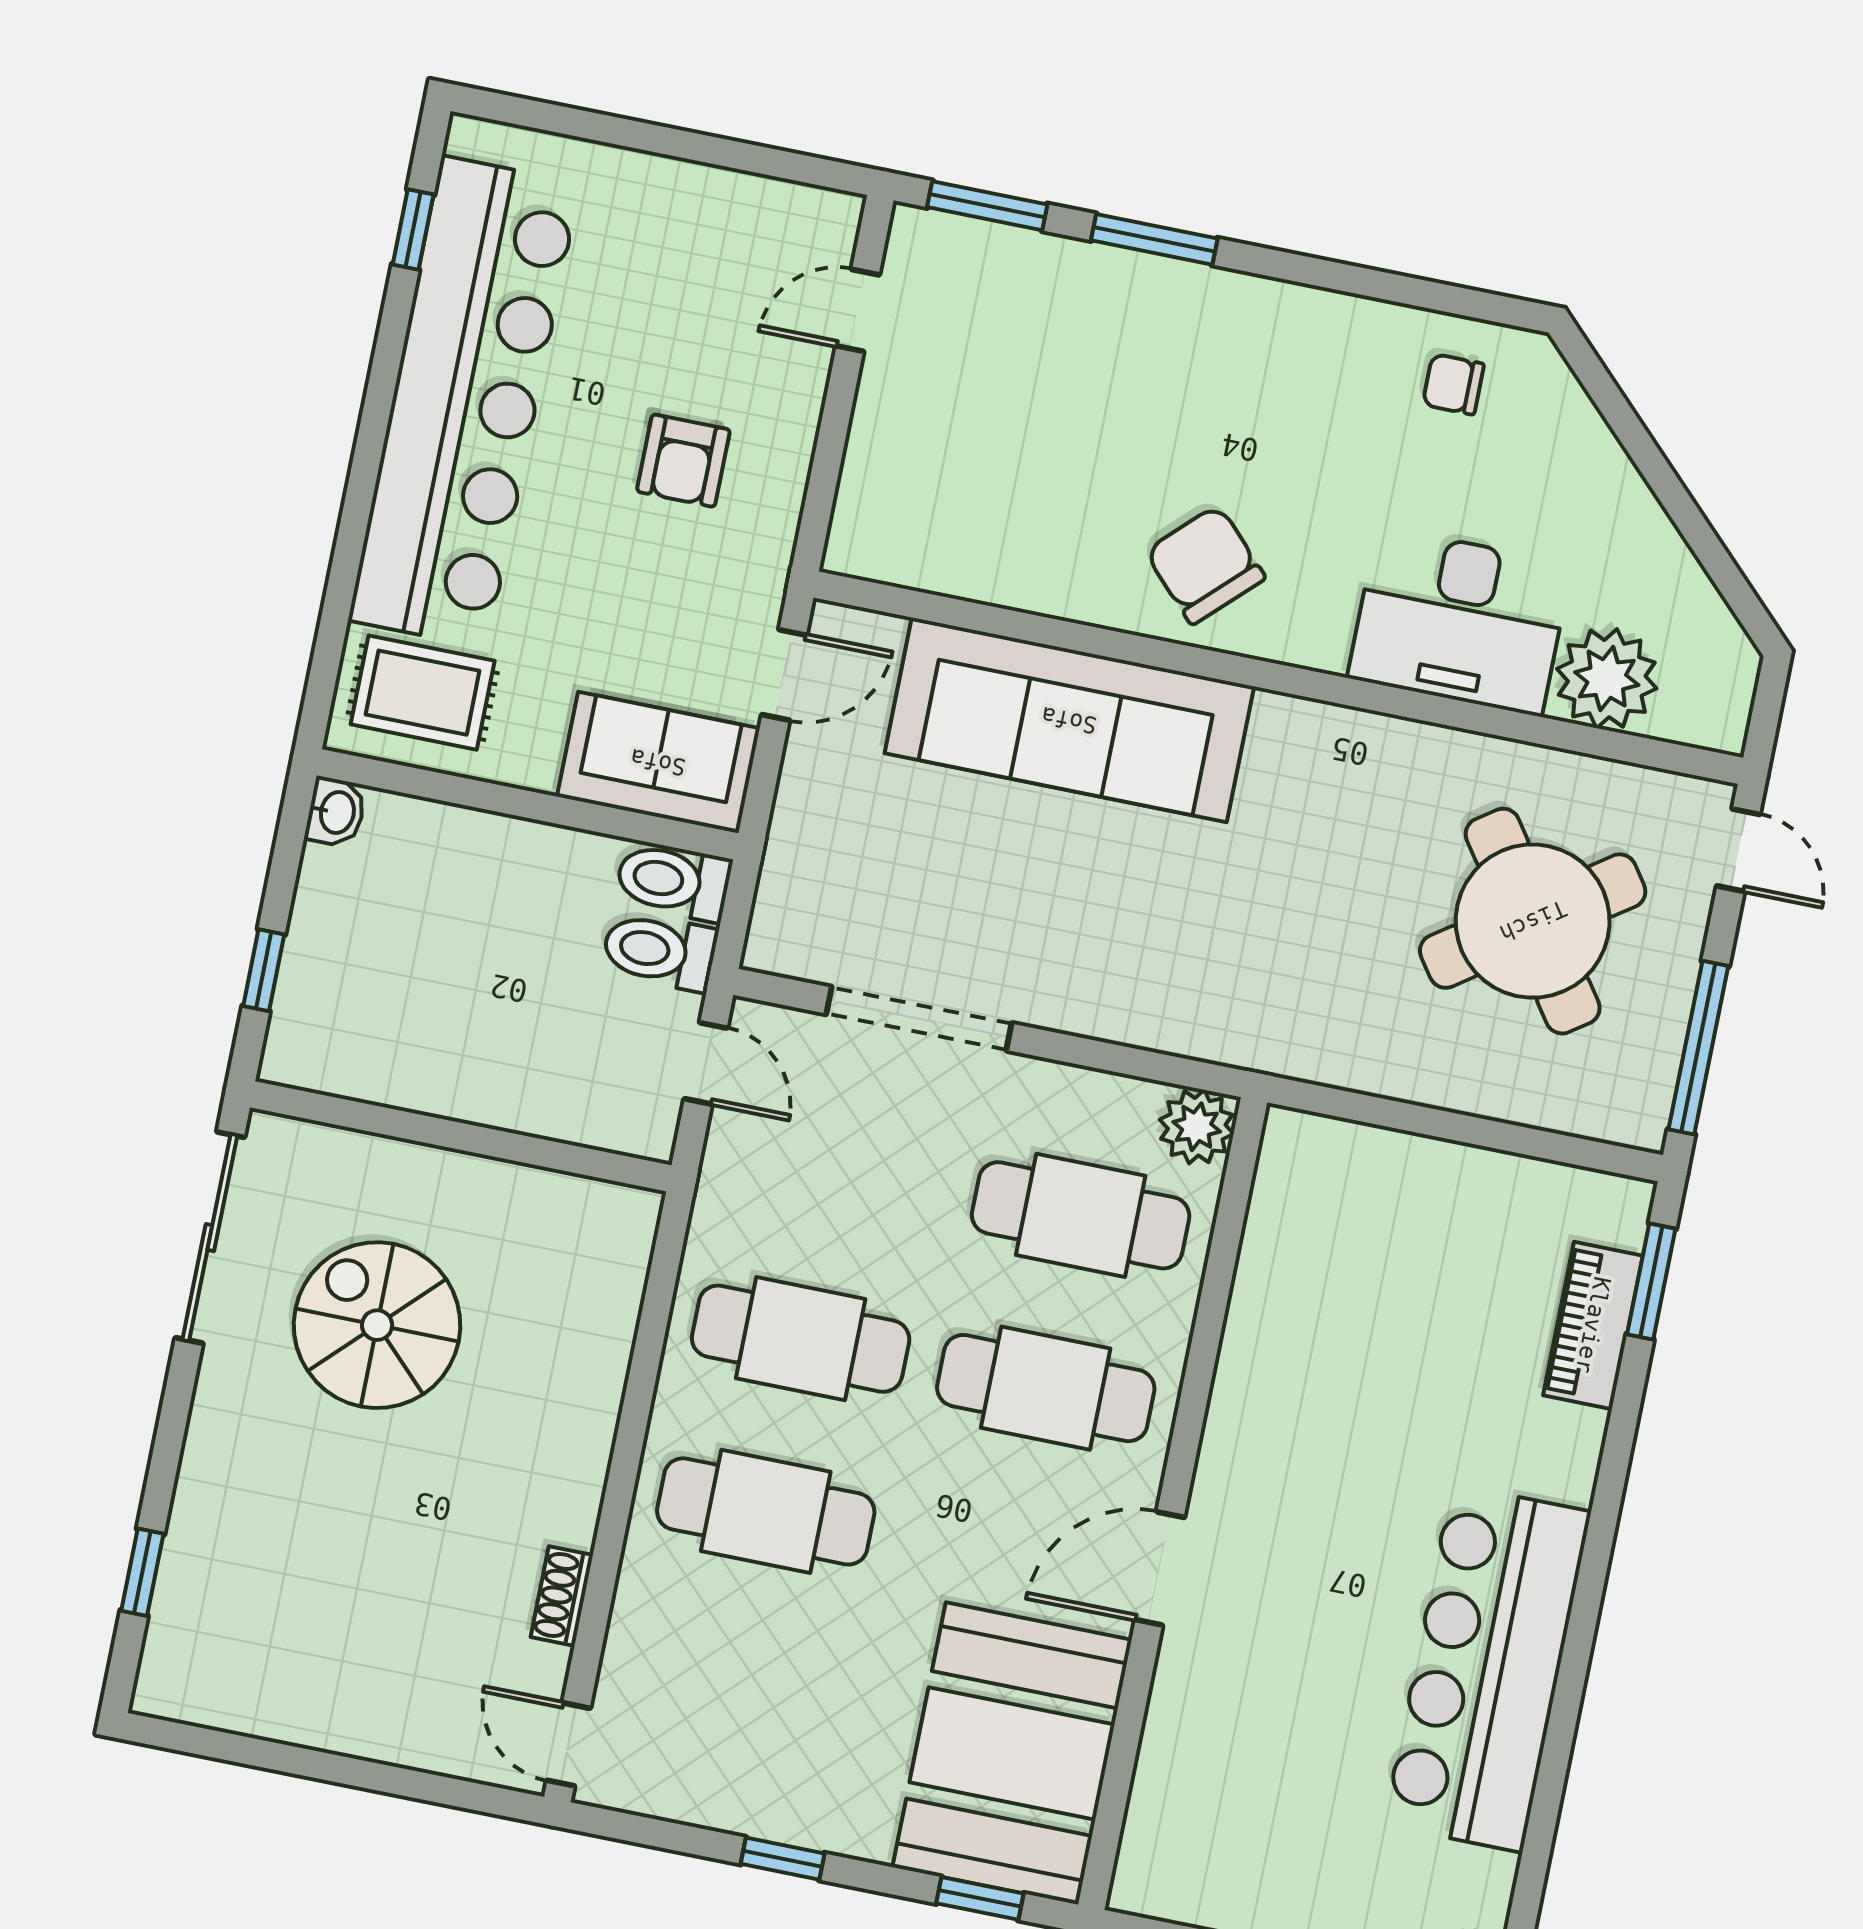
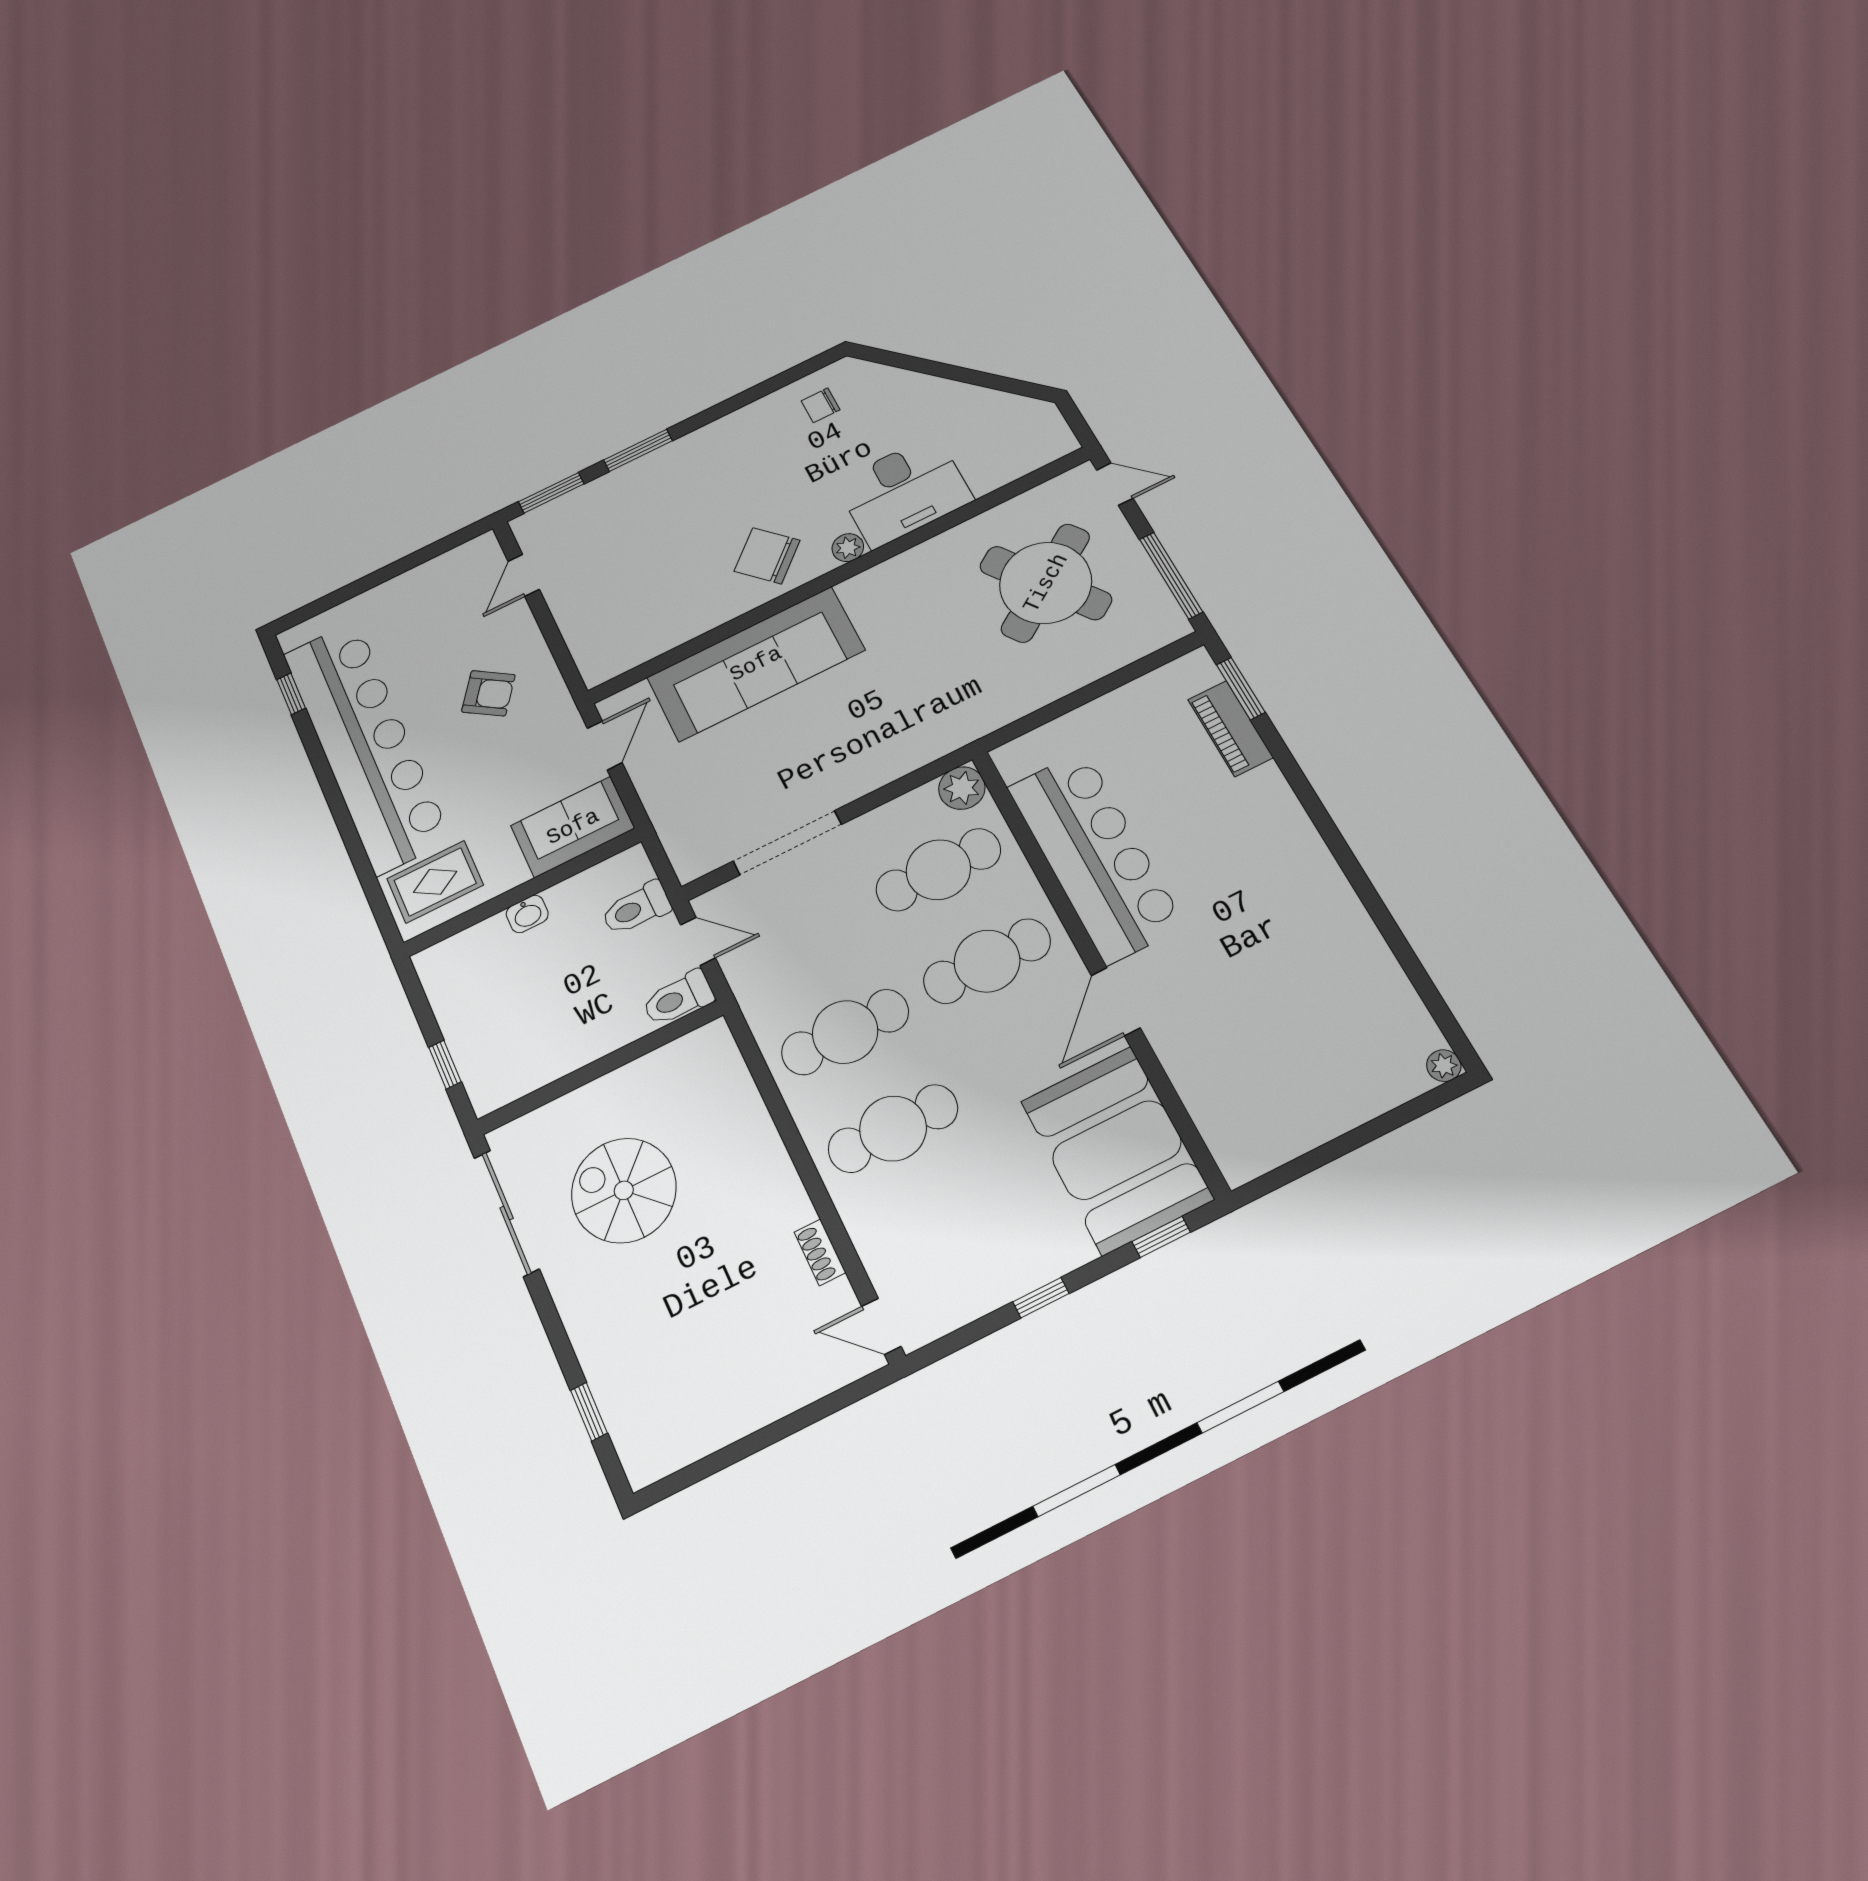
armchair: (683, 461) -> (488, 693), turned -55
plant: (1607, 679) -> (848, 548), moved, width x0.53, depth x0.53
washbasin: (336, 812) -> (527, 914), moved, turned 90
toilet: (673, 881) -> (678, 998), moved
bar counter: (1487, 1668) -> (1095, 856), moved, turned 180

